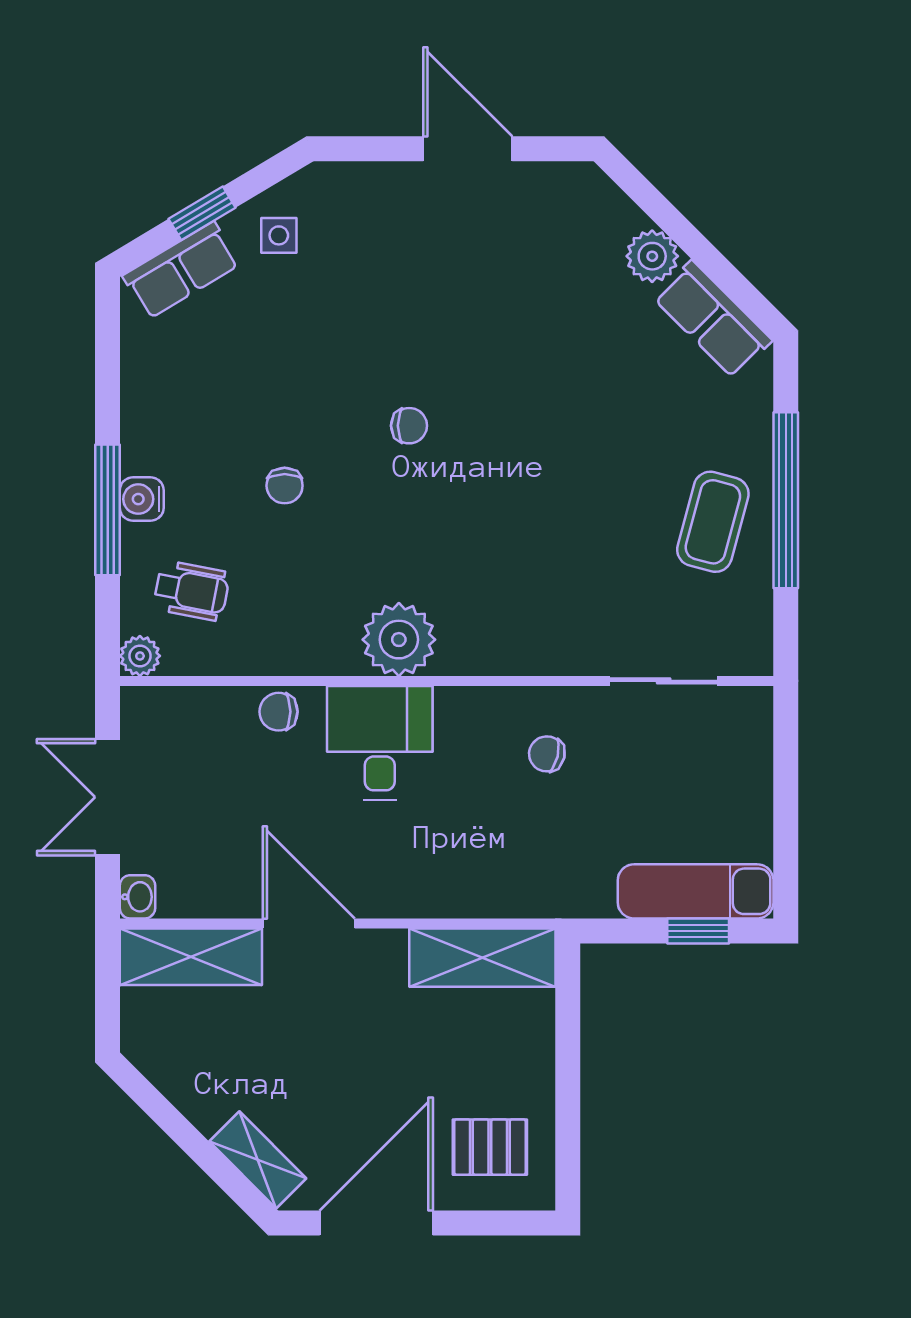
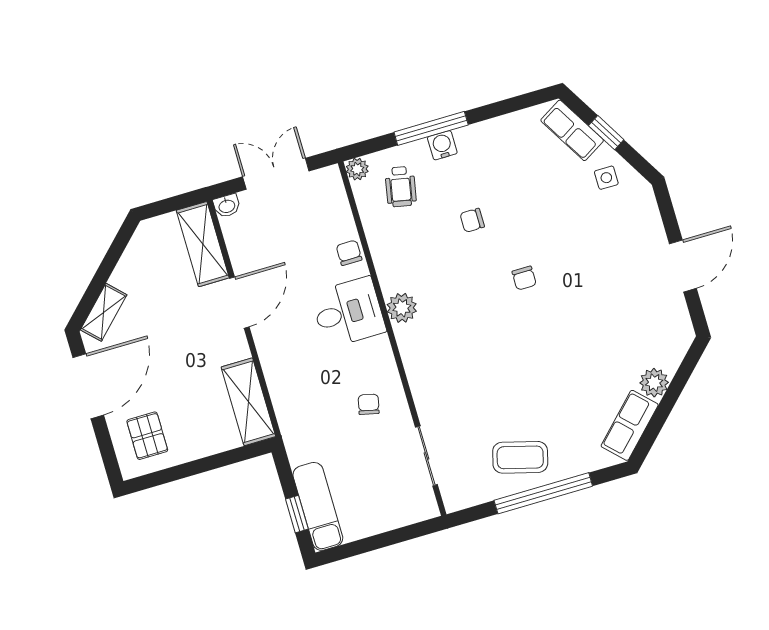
plant: (399, 640) -> (402, 308), width x0.73, depth x0.73
door: (376, 1223) -> (88, 386), hinge flipped

